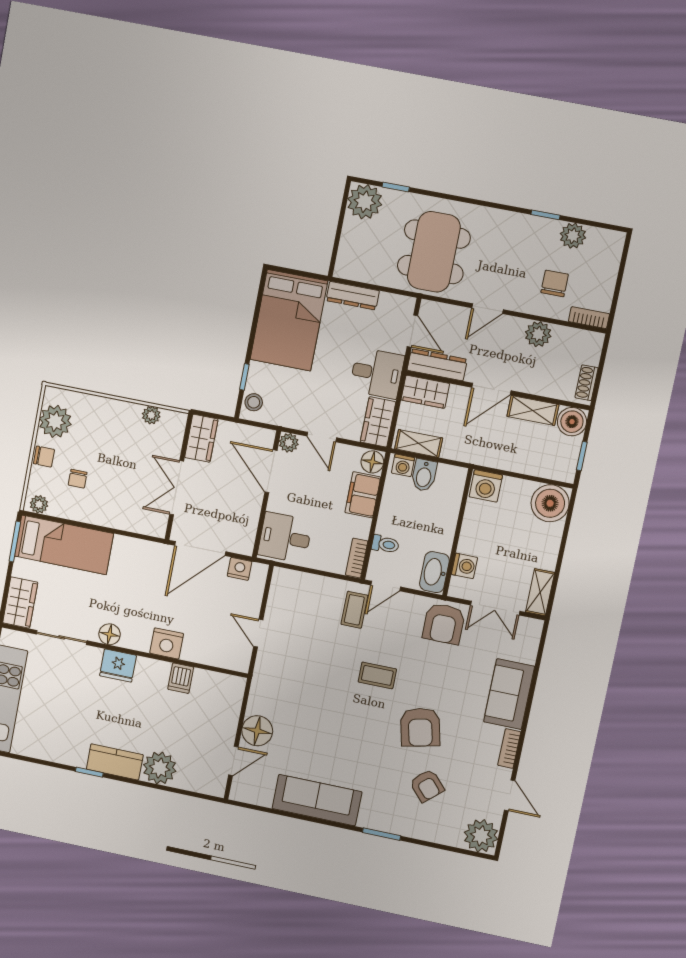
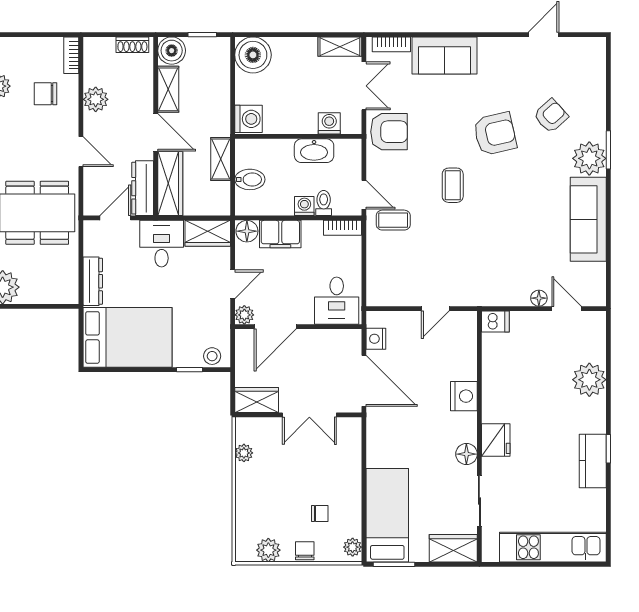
wardrobe: (425, 392) -> (170, 184), width x1.50
plant: (55, 421) -> (268, 550), width x0.73, depth x0.73
shelving: (419, 443) -> (221, 159), moved
washing machine: (403, 465) -> (304, 206), moved, turned -90
washbasin: (434, 572) -> (314, 151), moved
dishwasher: (181, 678) -> (495, 321), moved
floor lamp: (257, 731) -> (539, 298), width x0.53, depth x0.53
bookcase: (509, 749) -> (391, 44), moved
kitchen counter: (115, 762) -> (593, 461), moved
plant: (481, 836) -> (589, 158), moved

